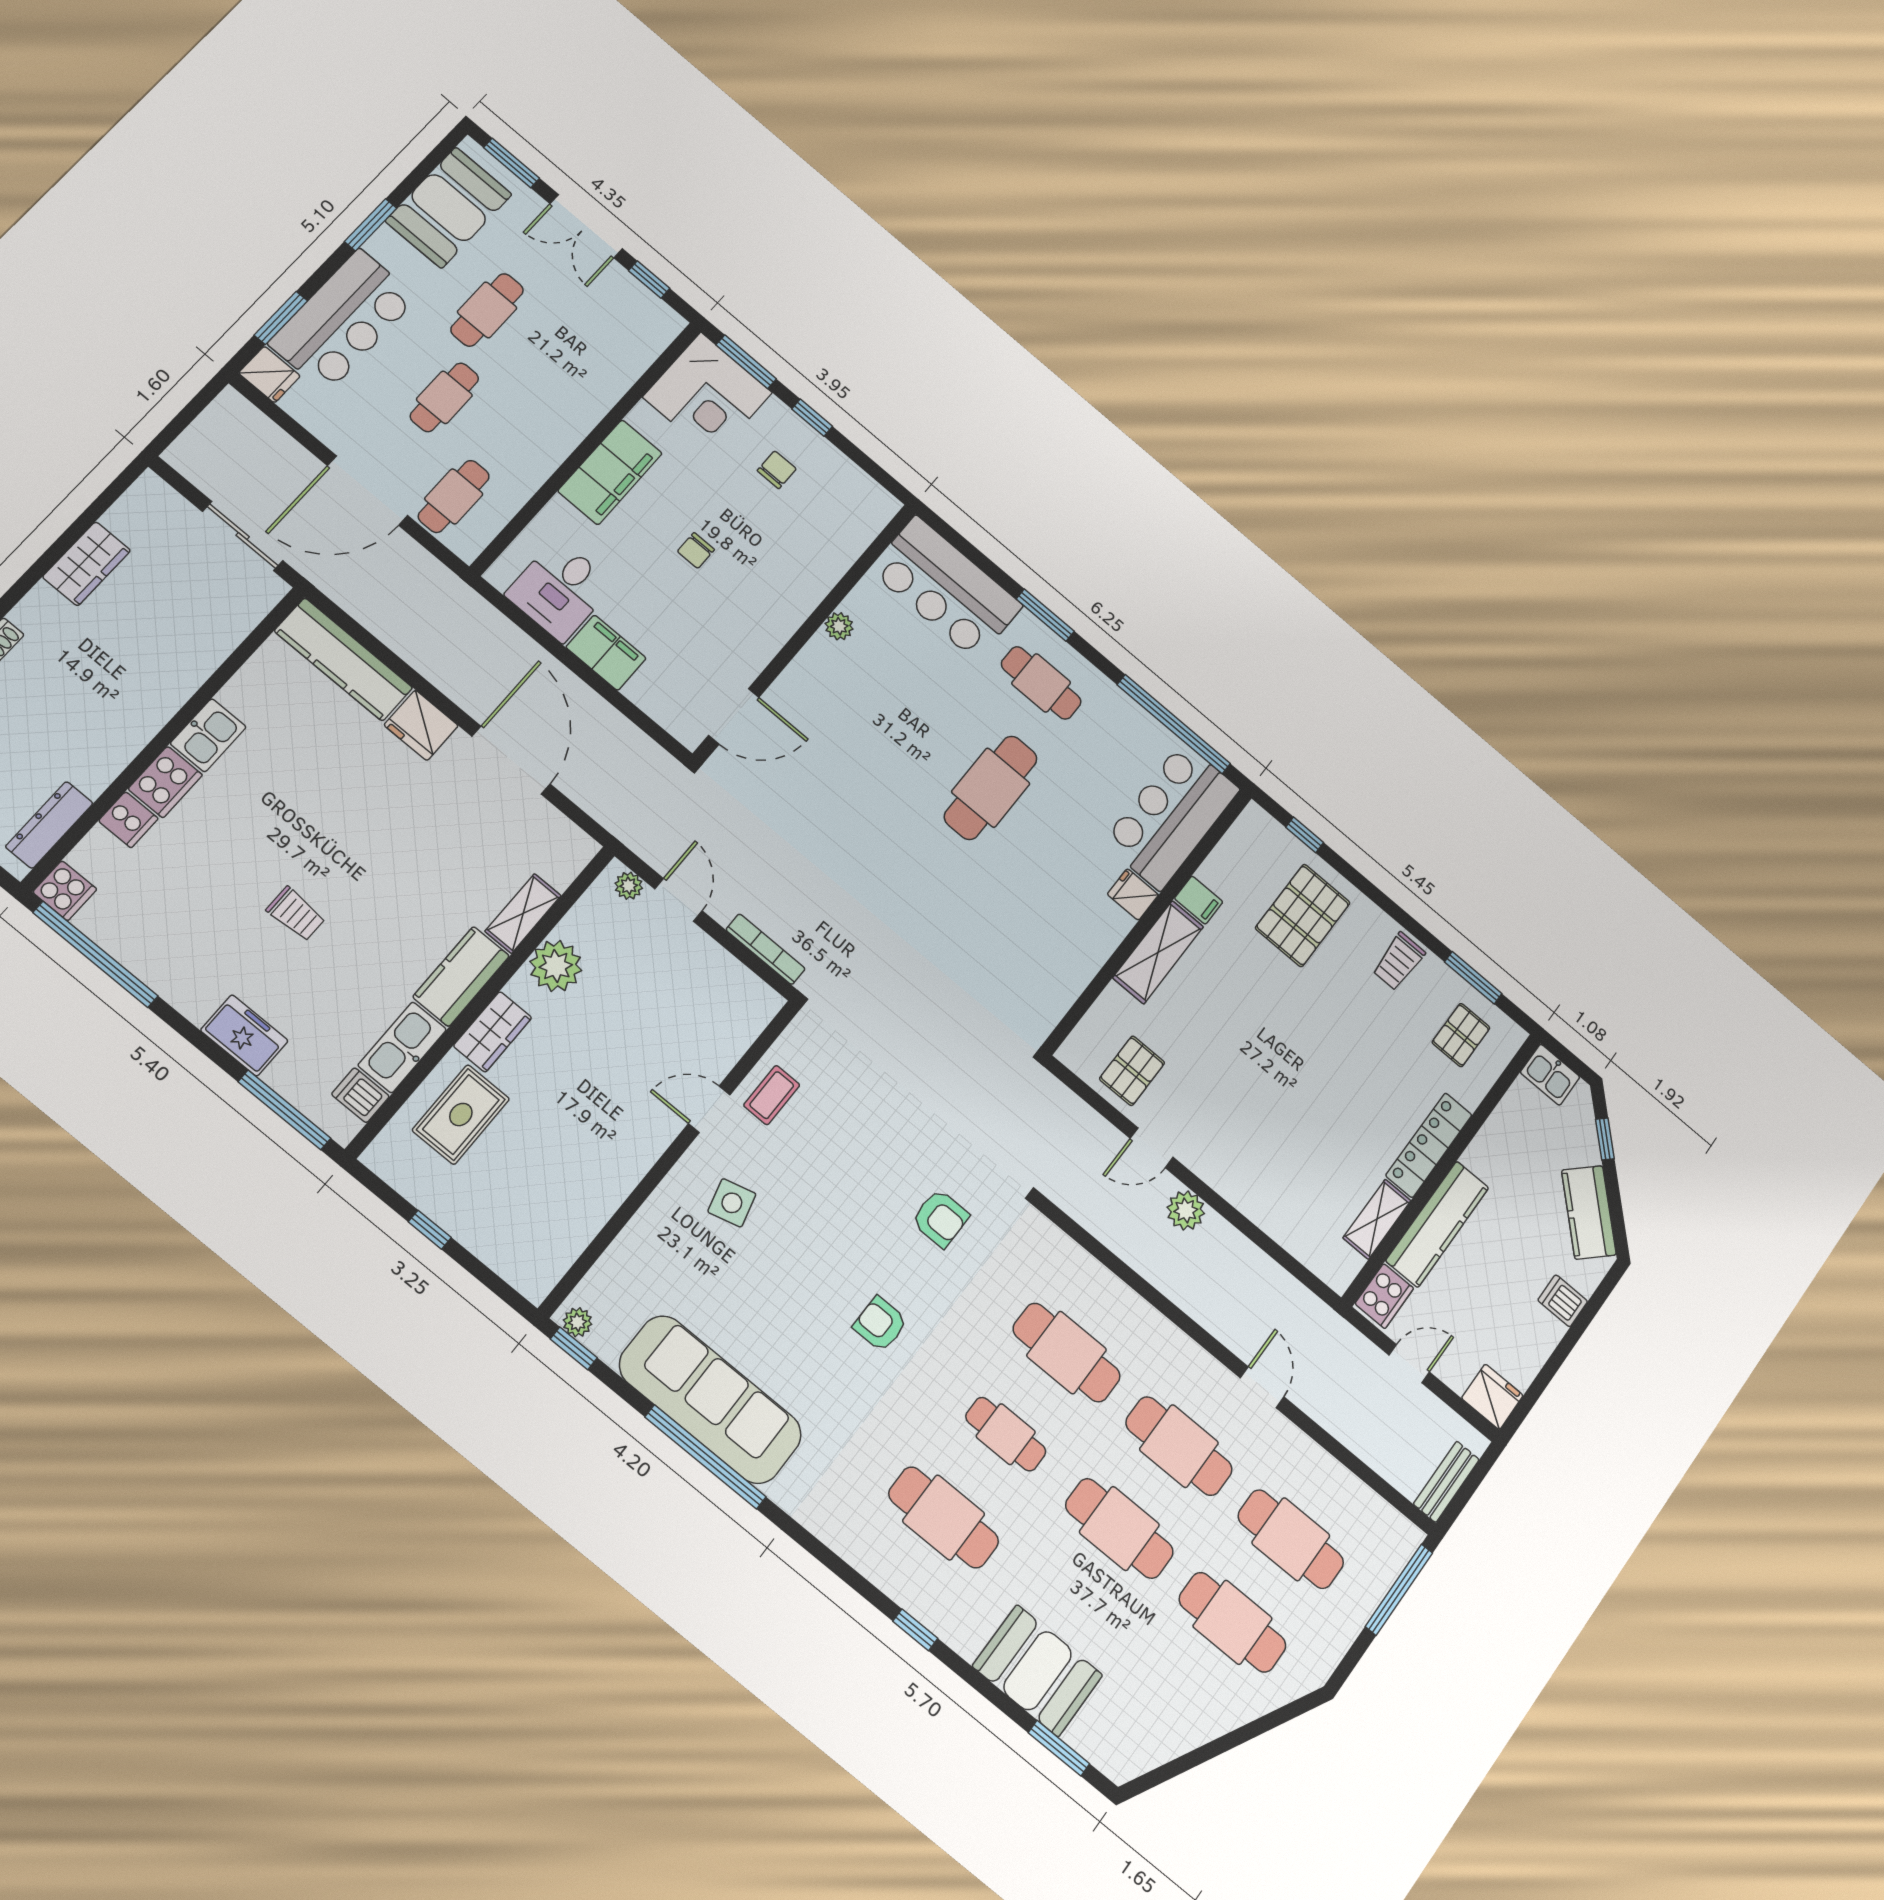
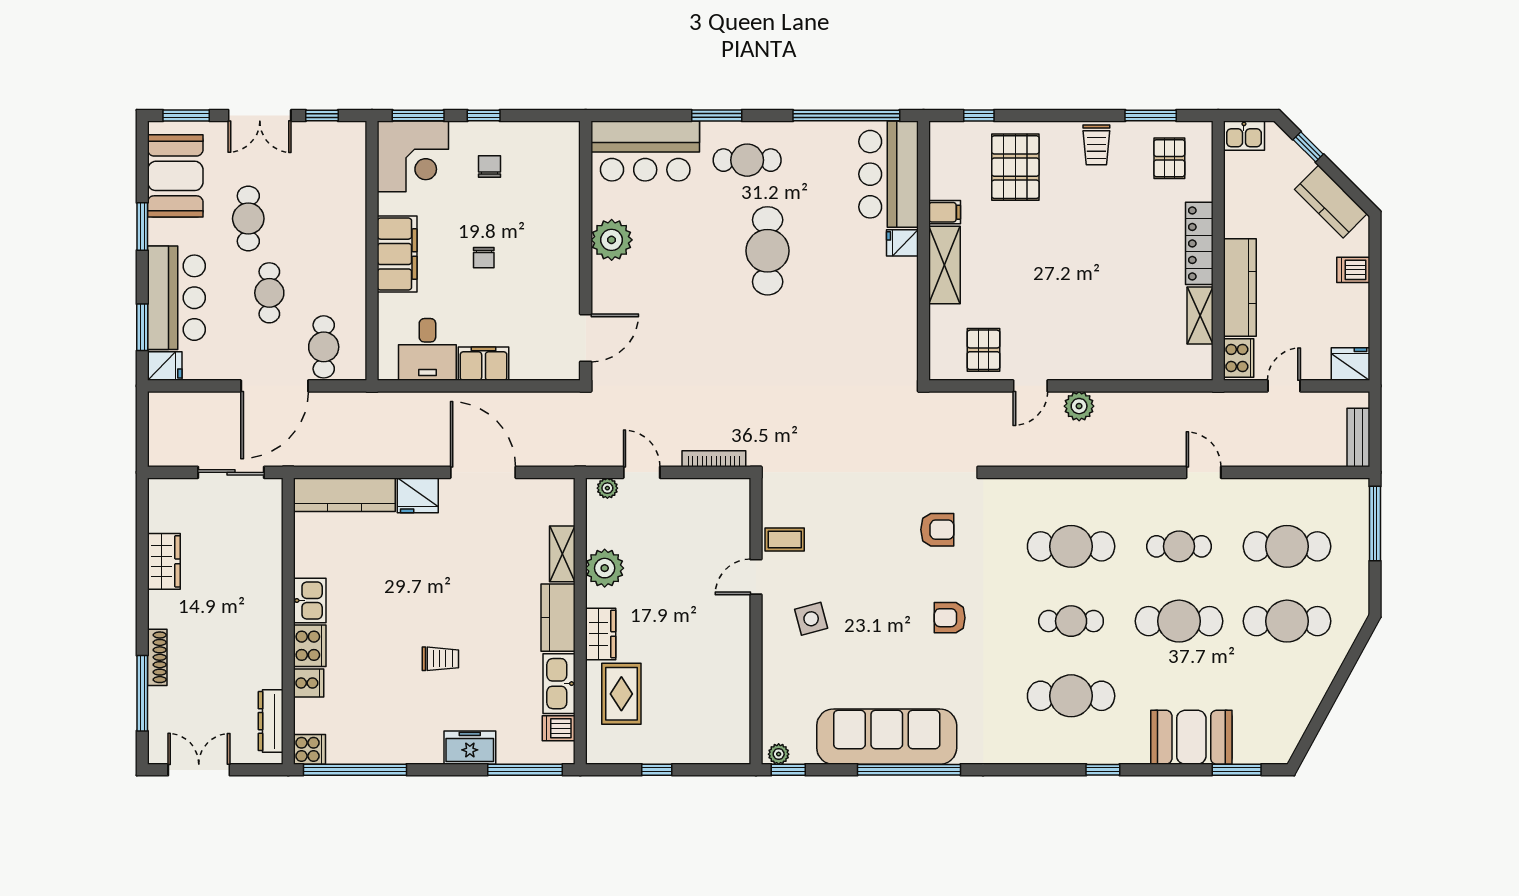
plant: (839, 626) -> (612, 240), width x1.88, depth x1.88
coffee table: (772, 1095) -> (785, 540), turned 90
cafe table: (1179, 1446) -> (1179, 546), width x0.73, depth x0.74

